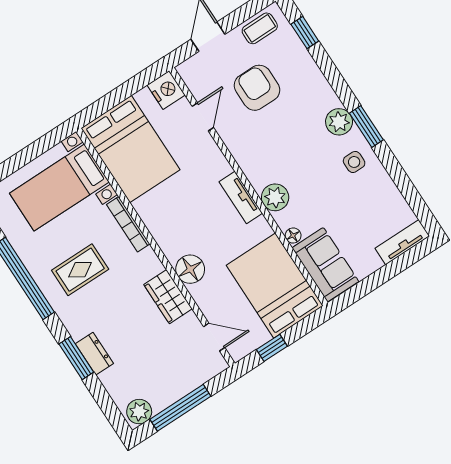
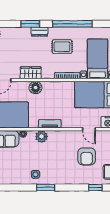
armchair: (257, 88) -> (87, 156), turned 90
plant: (339, 122) -> (54, 179), removed
rug: (80, 270) -> (62, 47), turned 90
dresser: (94, 354) -> (39, 32), moved

